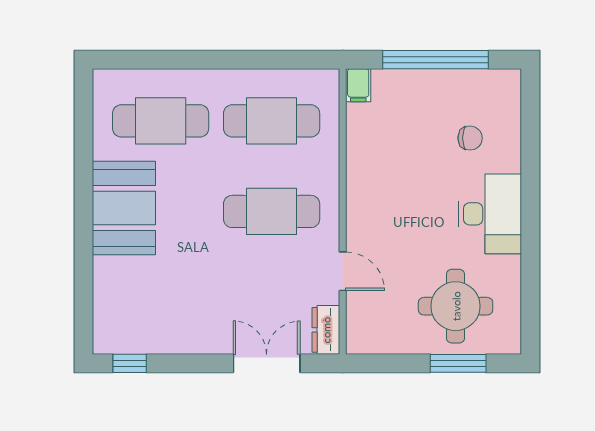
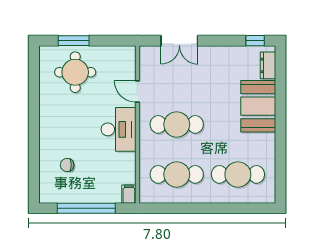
booth: (124, 208) -> (258, 106), moved
desk: (490, 214) -> (118, 129), moved, turned 180
dresser: (326, 330) -> (268, 65), moved, turned 180

